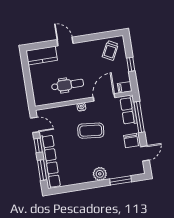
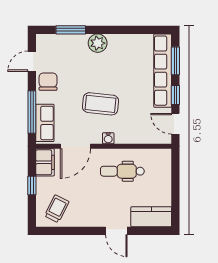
filing cabinet: (125, 87) -> (45, 162), width x2.00

